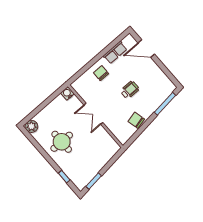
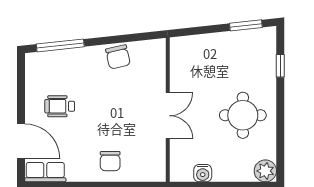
row of seats: (115, 52) -> (45, 172), moved
wheelchair: (130, 90) -> (60, 106), moved
water cooler: (67, 93) -> (203, 173), moved

